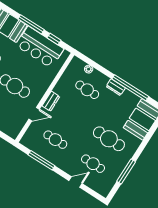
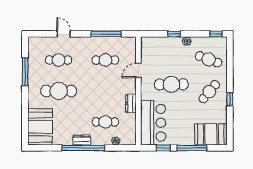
bar counter: (40, 47) -> (153, 123), moved, turned 90
window: (130, 88) -> (83, 148), moved
dresser: (51, 101) -> (131, 103), moved
door: (76, 182) -> (64, 34), swing flipped

